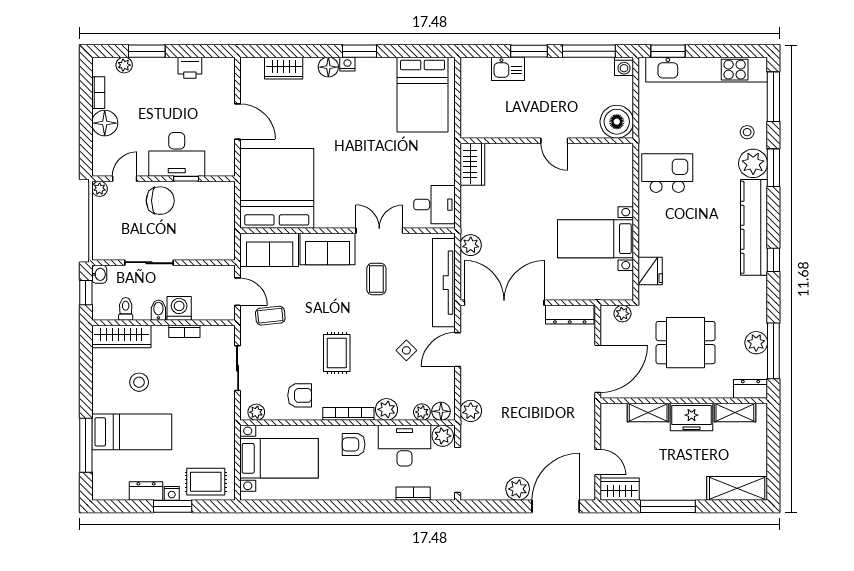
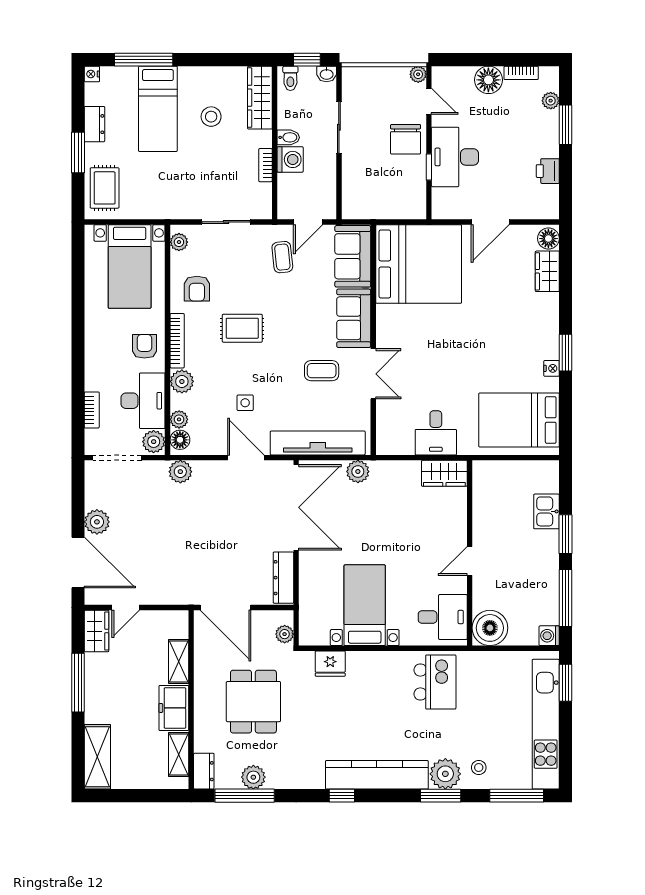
nightstand: (347, 64) -> (552, 368), moved
floor lamp: (328, 67) -> (548, 239), moved
desk: (607, 166) -> (443, 617), added
desk: (434, 205) -> (436, 433), moved
toilet: (126, 309) -> (290, 78), moved, turned 90
side table: (406, 350) -> (245, 403), turned 45
nightstand: (172, 493) -> (92, 74), moved

